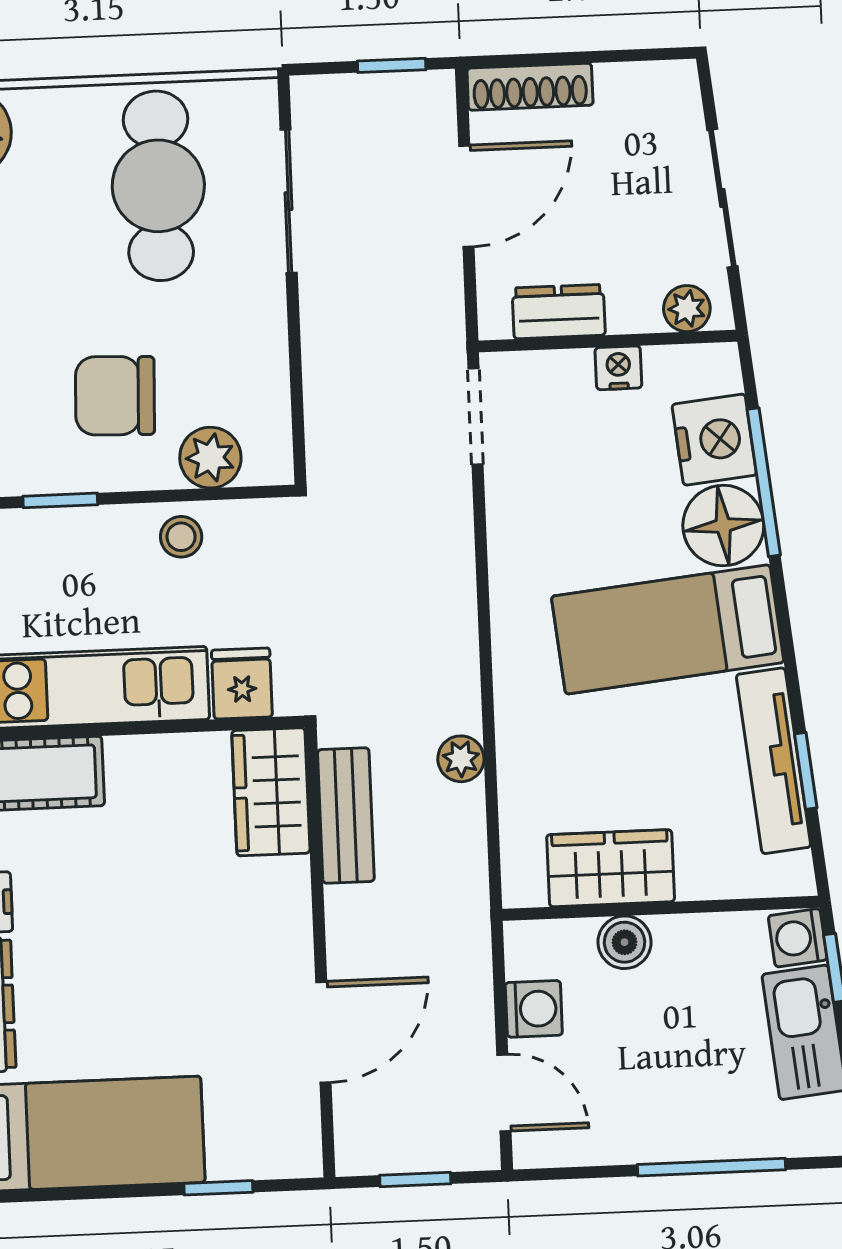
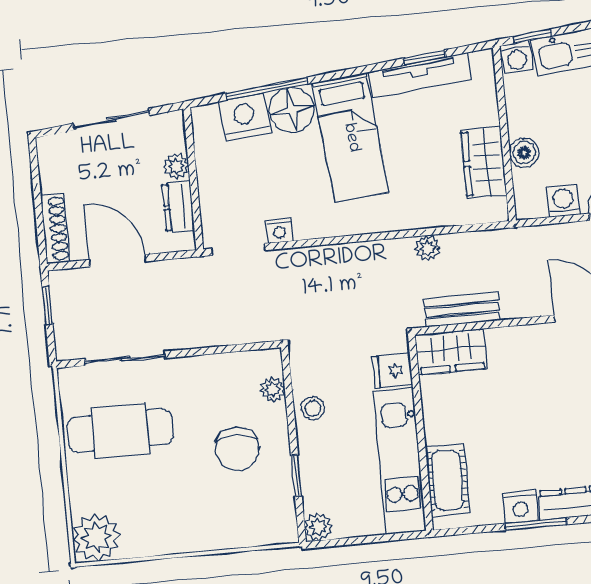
plant: (687, 309) -> (176, 166), moved
nightstand: (618, 368) -> (280, 231), moved, turned -90
plant: (210, 458) -> (273, 389), width x0.73, depth x0.73

